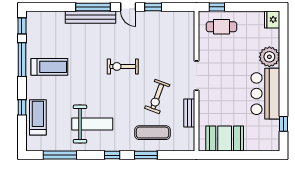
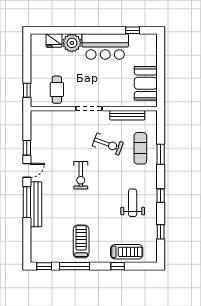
fridge: (272, 19) -> (54, 41), moved
cafe table: (221, 27) -> (57, 90), moved
bench: (189, 113) -> (127, 115), width x1.36
treadmill: (38, 117) -> (127, 252), turned 180
weight bench: (92, 124) -> (133, 203), width x0.73, depth x0.75
window: (60, 155) -> (161, 232), width x0.46
window: (112, 155) -> (161, 196), moved

